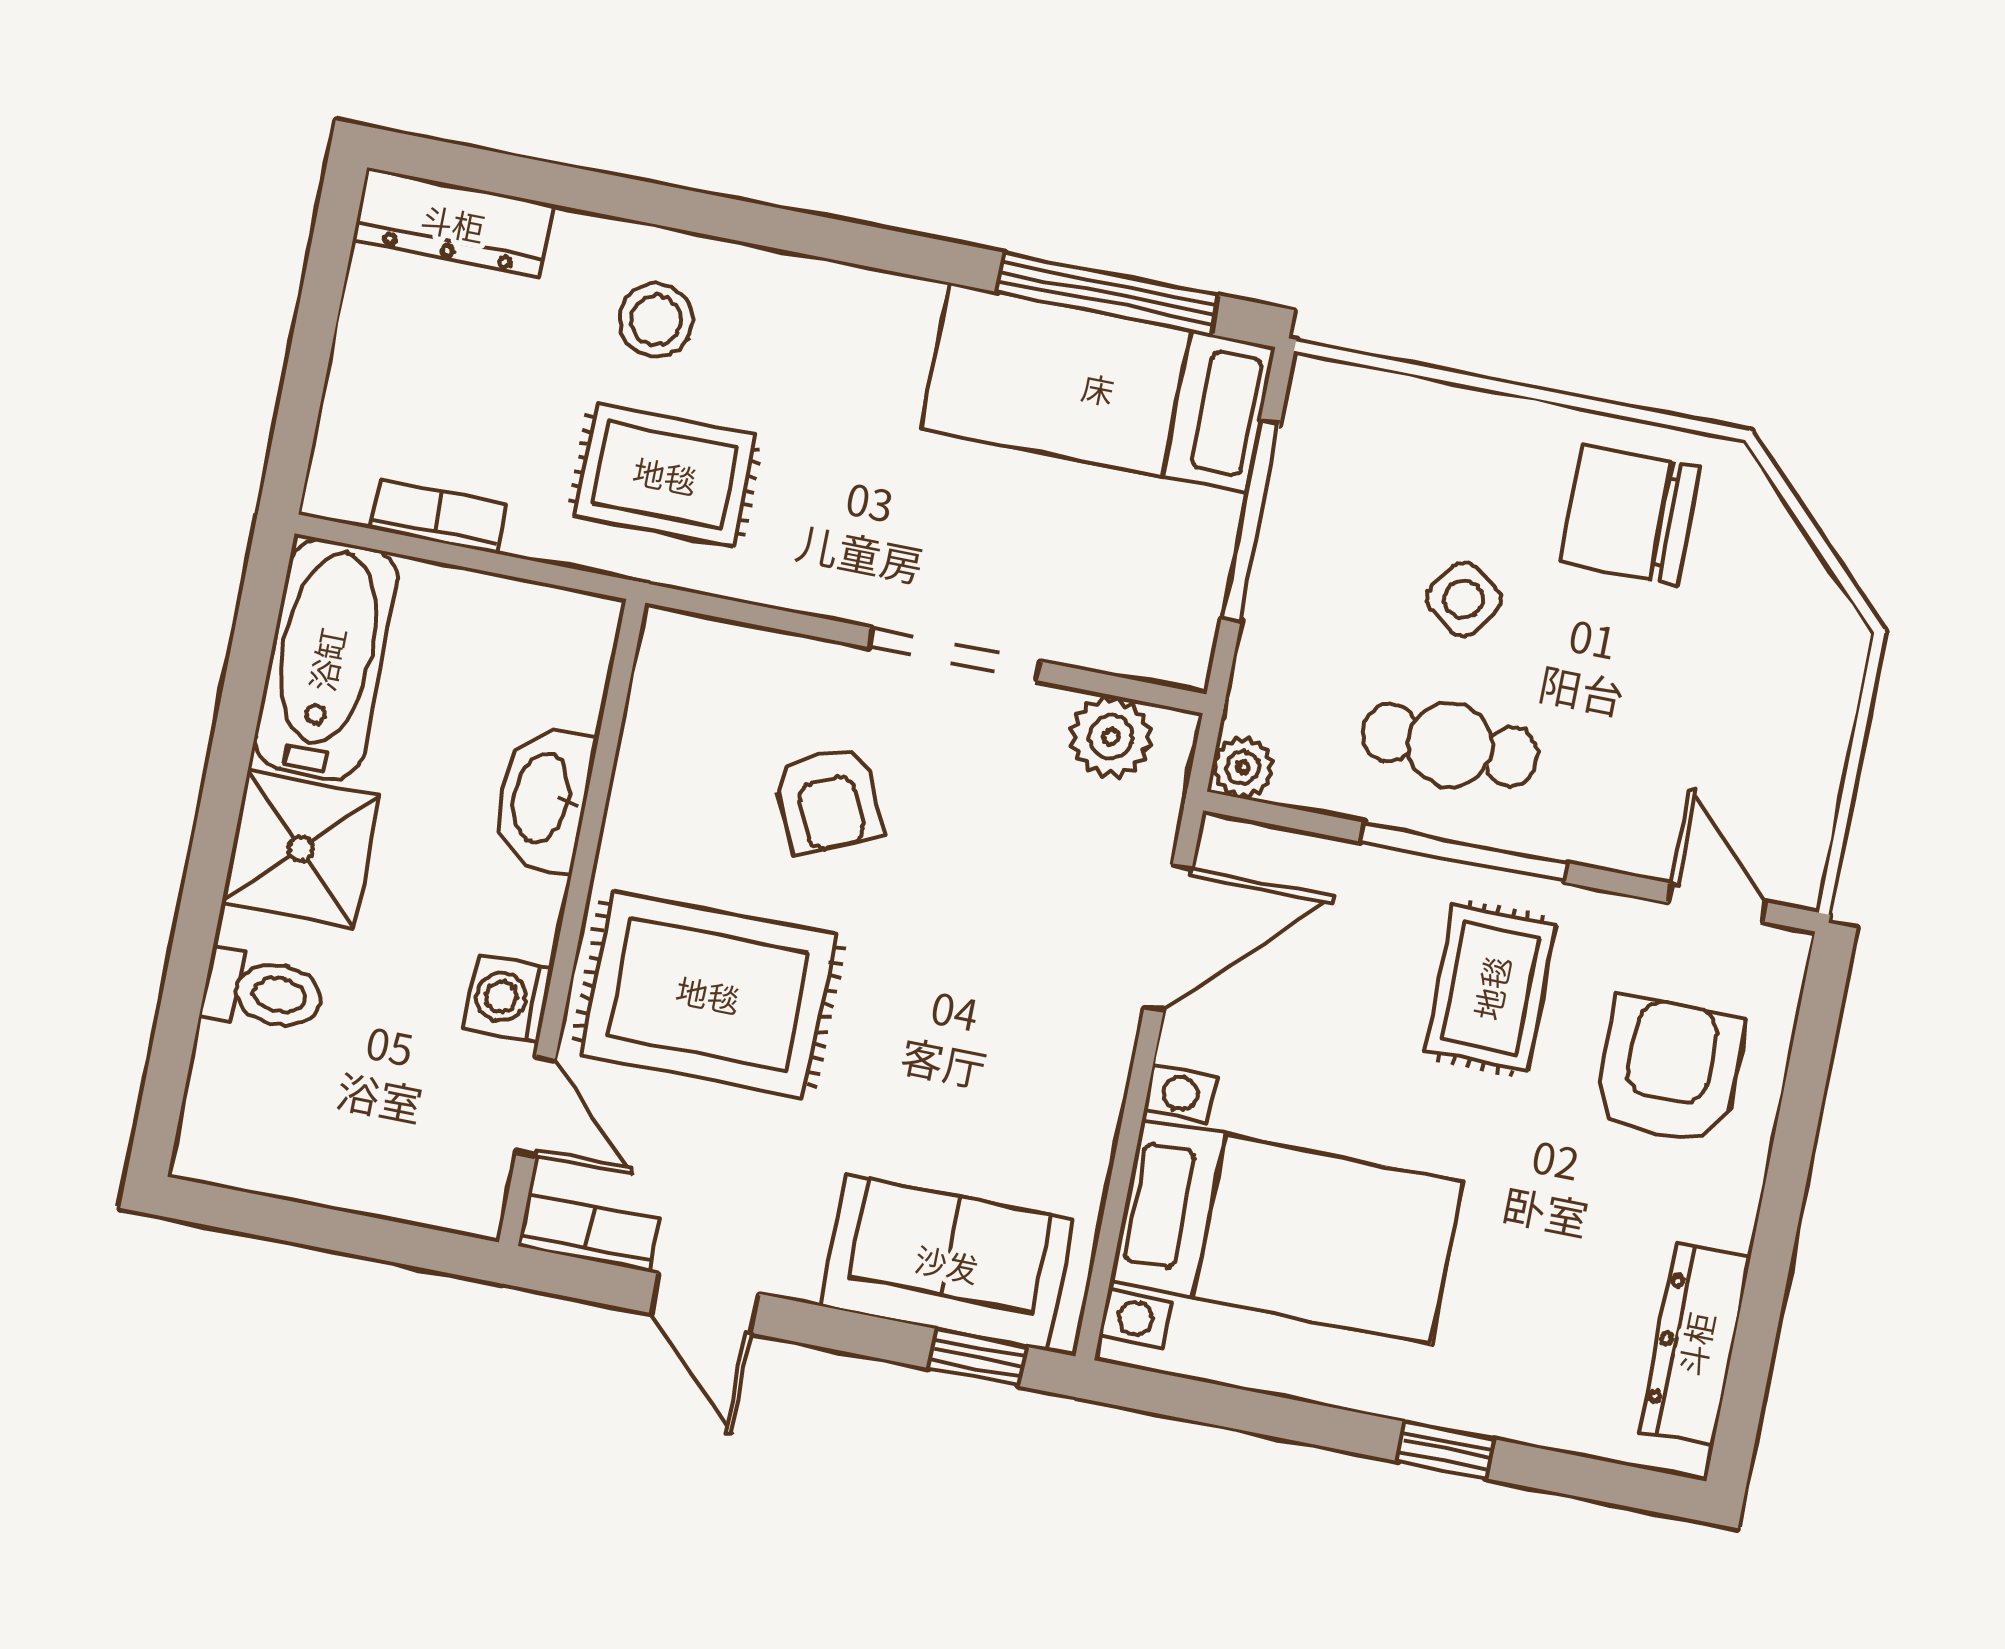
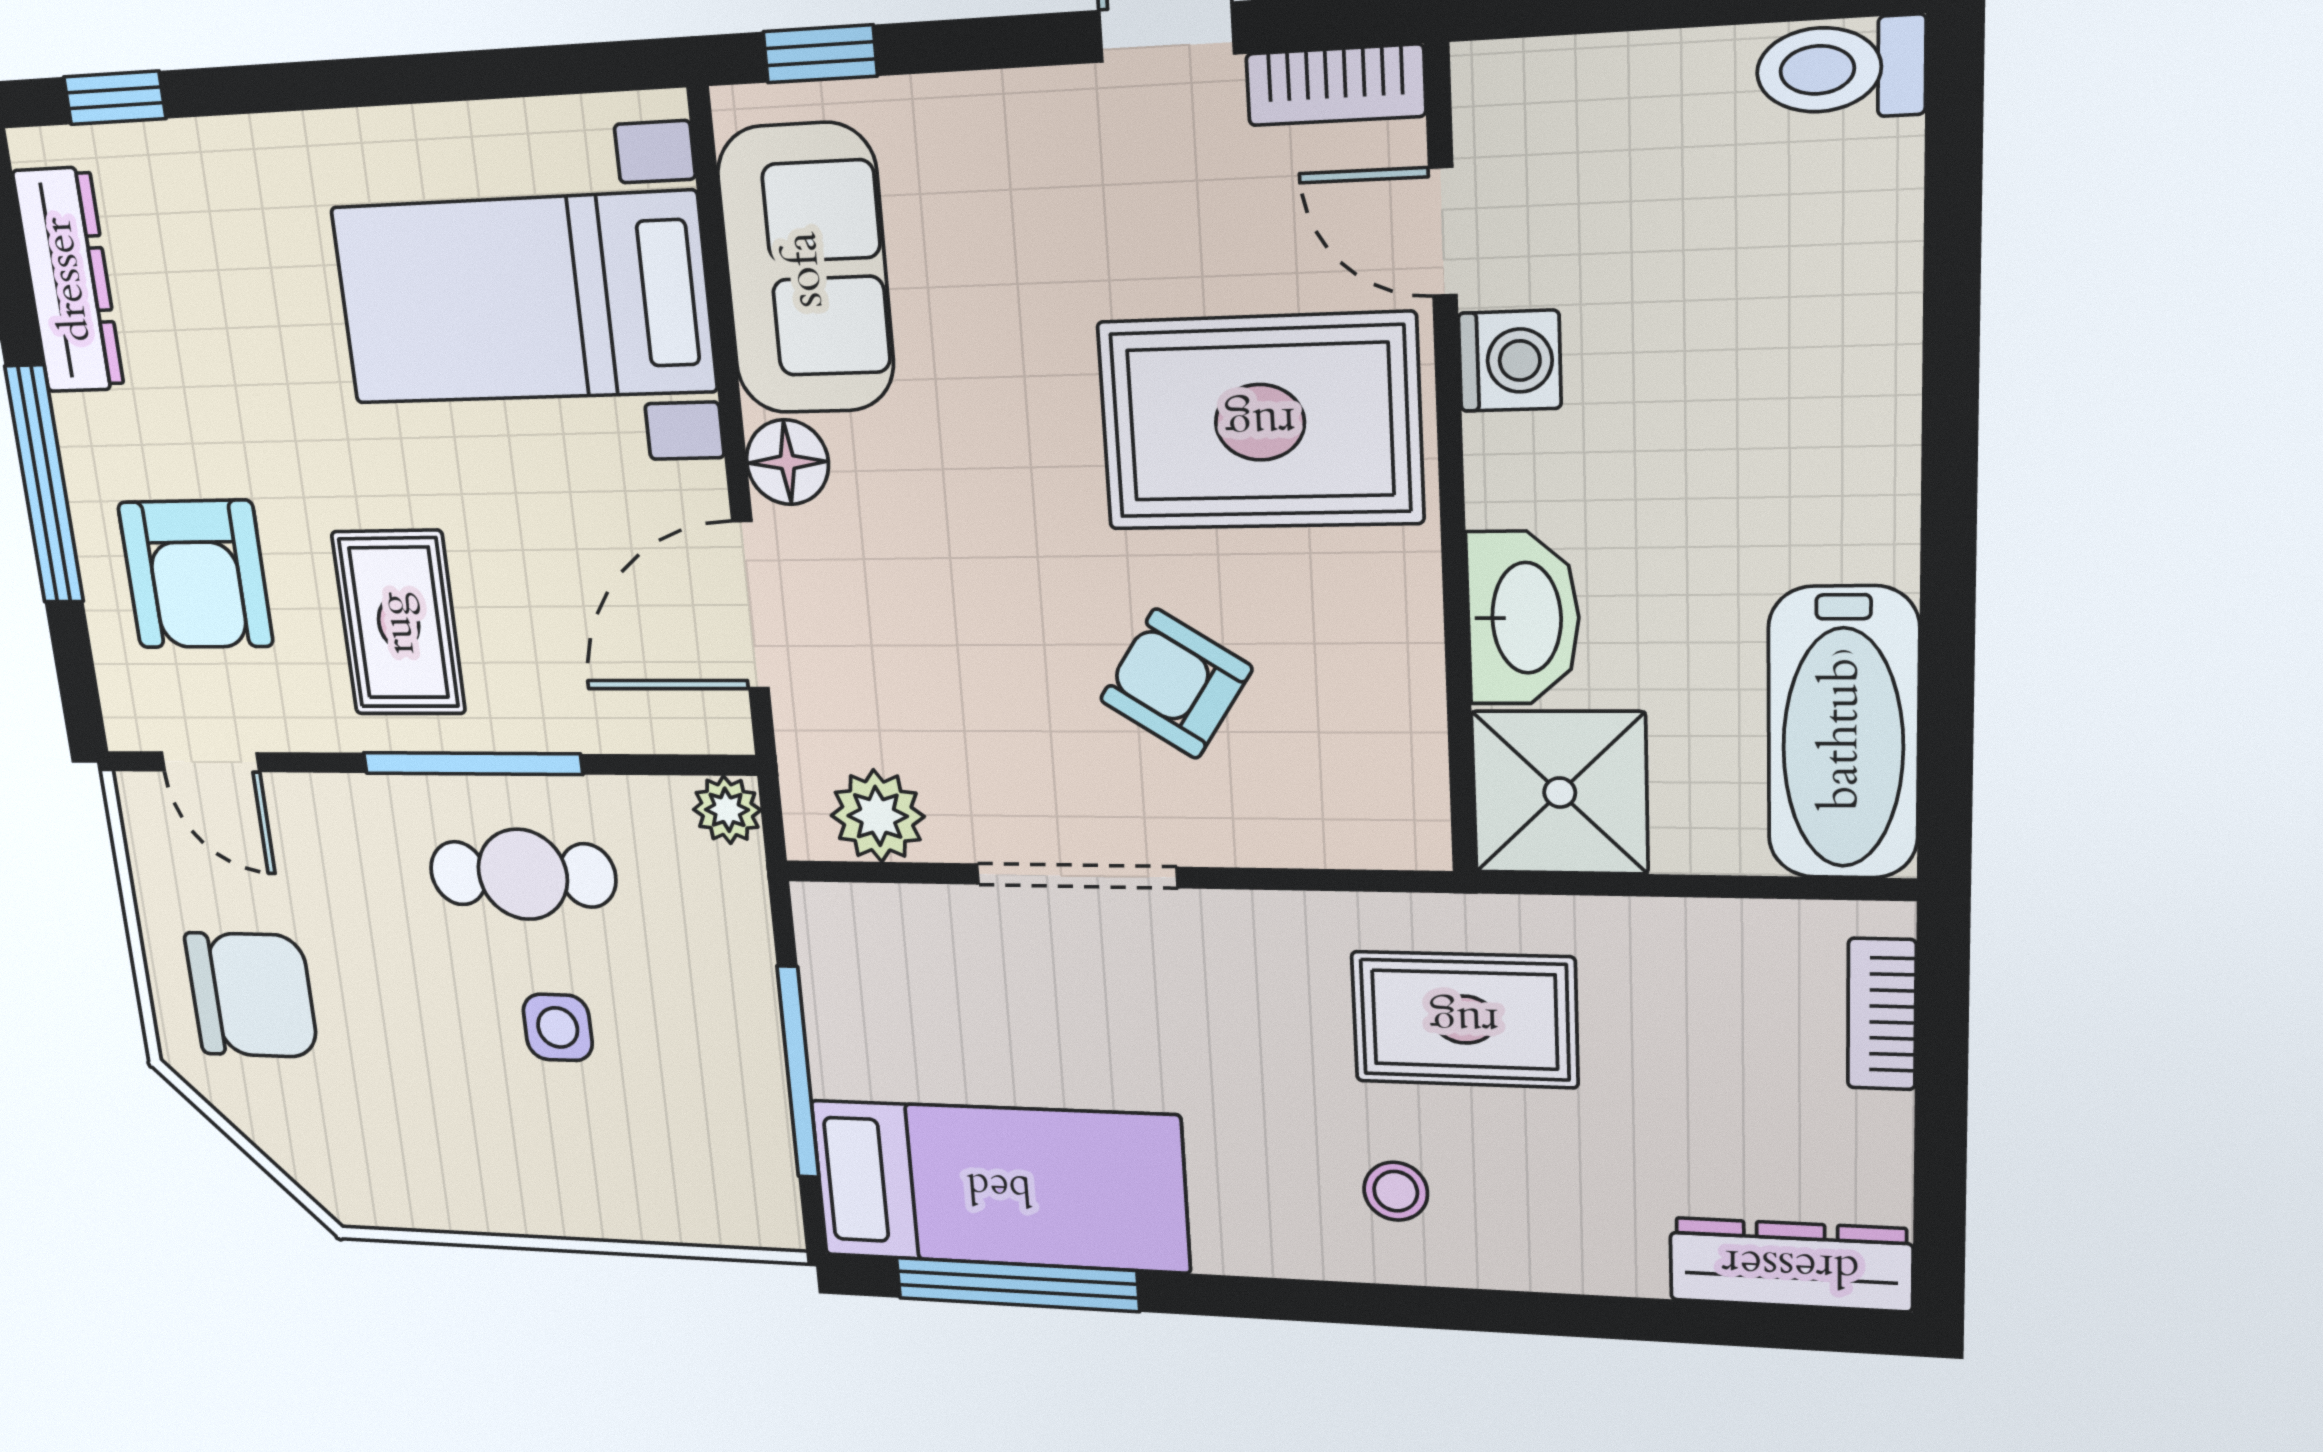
stool: (656, 320) -> (1396, 1191), moved, width x0.73, depth x0.73
chair: (1630, 515) -> (252, 995), moved
bookcase: (439, 516) -> (1882, 1014), moved, turned 90
side table: (1463, 599) -> (558, 1027), turned -36
armchair: (828, 800) -> (1176, 684), turned -33
shower: (301, 849) -> (1560, 793), moved
toilet: (263, 992) -> (1841, 69), moved
floor lamp: (1100, 1048) -> (787, 462), added
window: (1787, 1179) -> (44, 485), added
sofa: (947, 1263) -> (806, 269), moved, turned -90
window: (1446, 1450) -> (115, 98), moved

